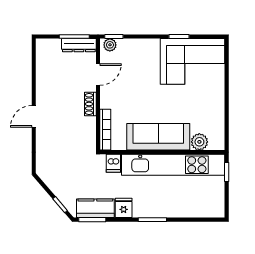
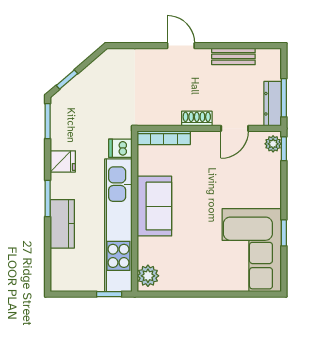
door: (98, 75) -> (235, 128), hinge flipped
bench: (42, 76) -> (233, 56), added
sofa: (158, 137) -> (154, 206), width x0.73
plant: (199, 142) -> (148, 276), moved
kitchen counter: (95, 208) -> (62, 224), moved

